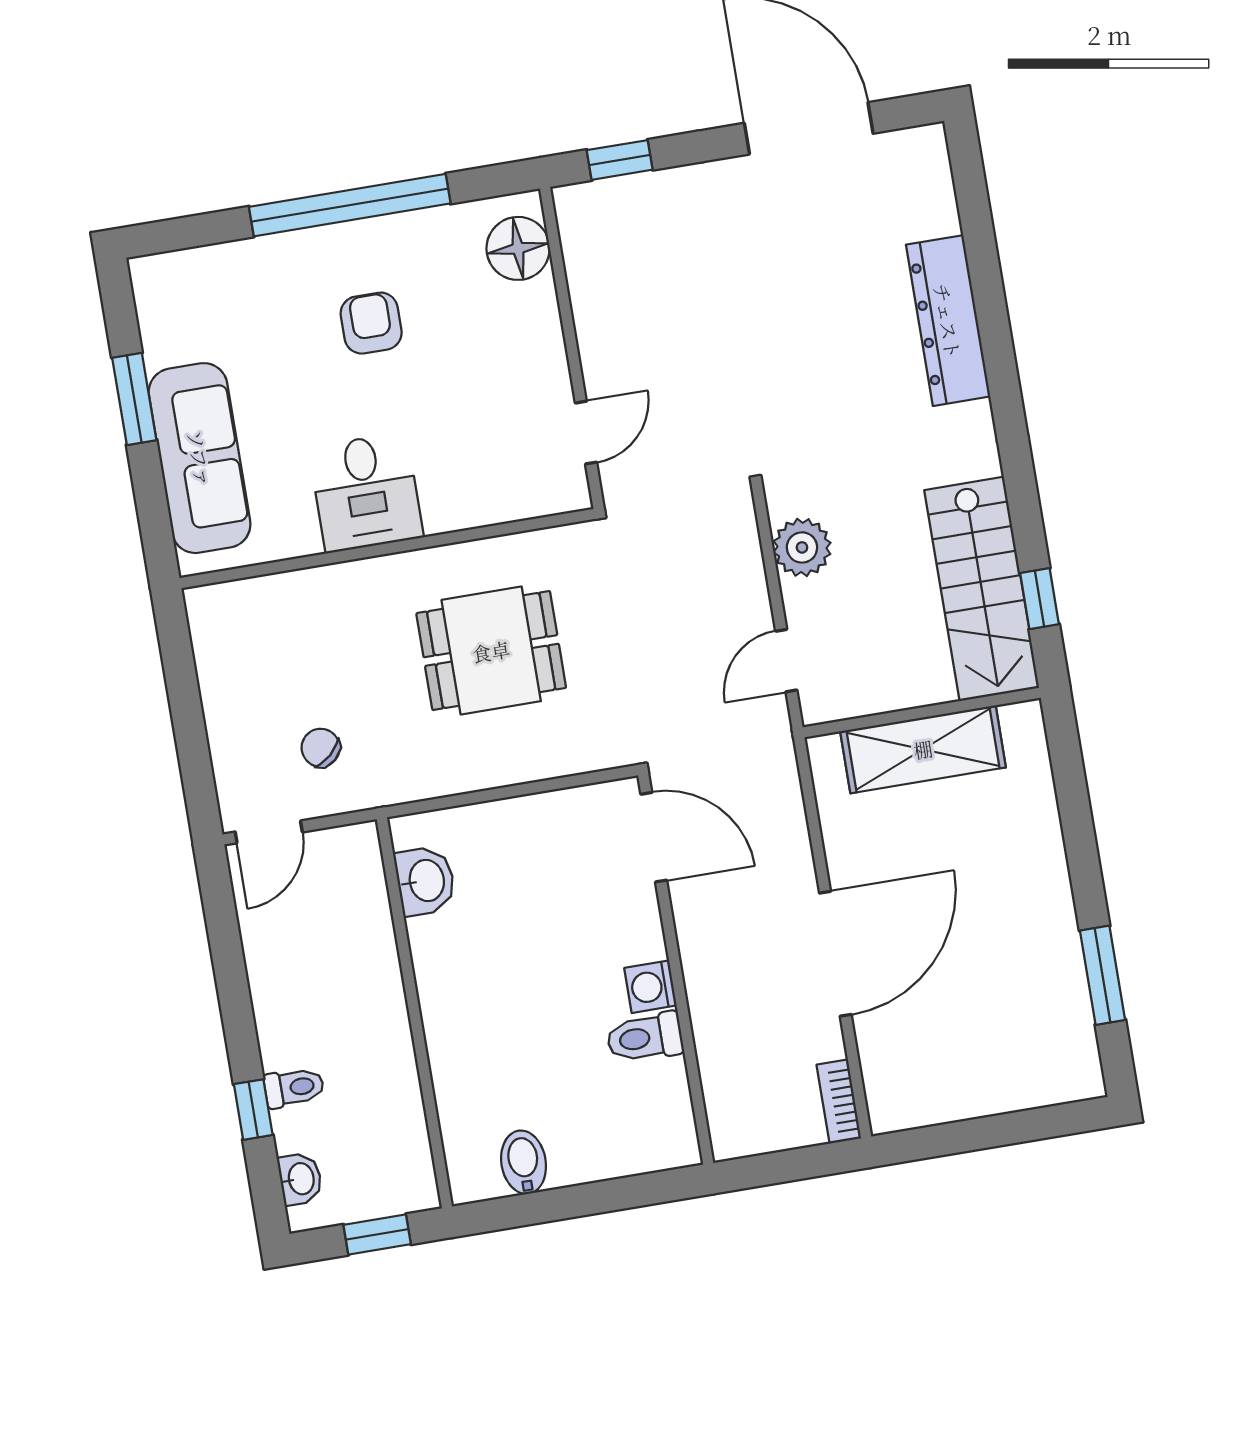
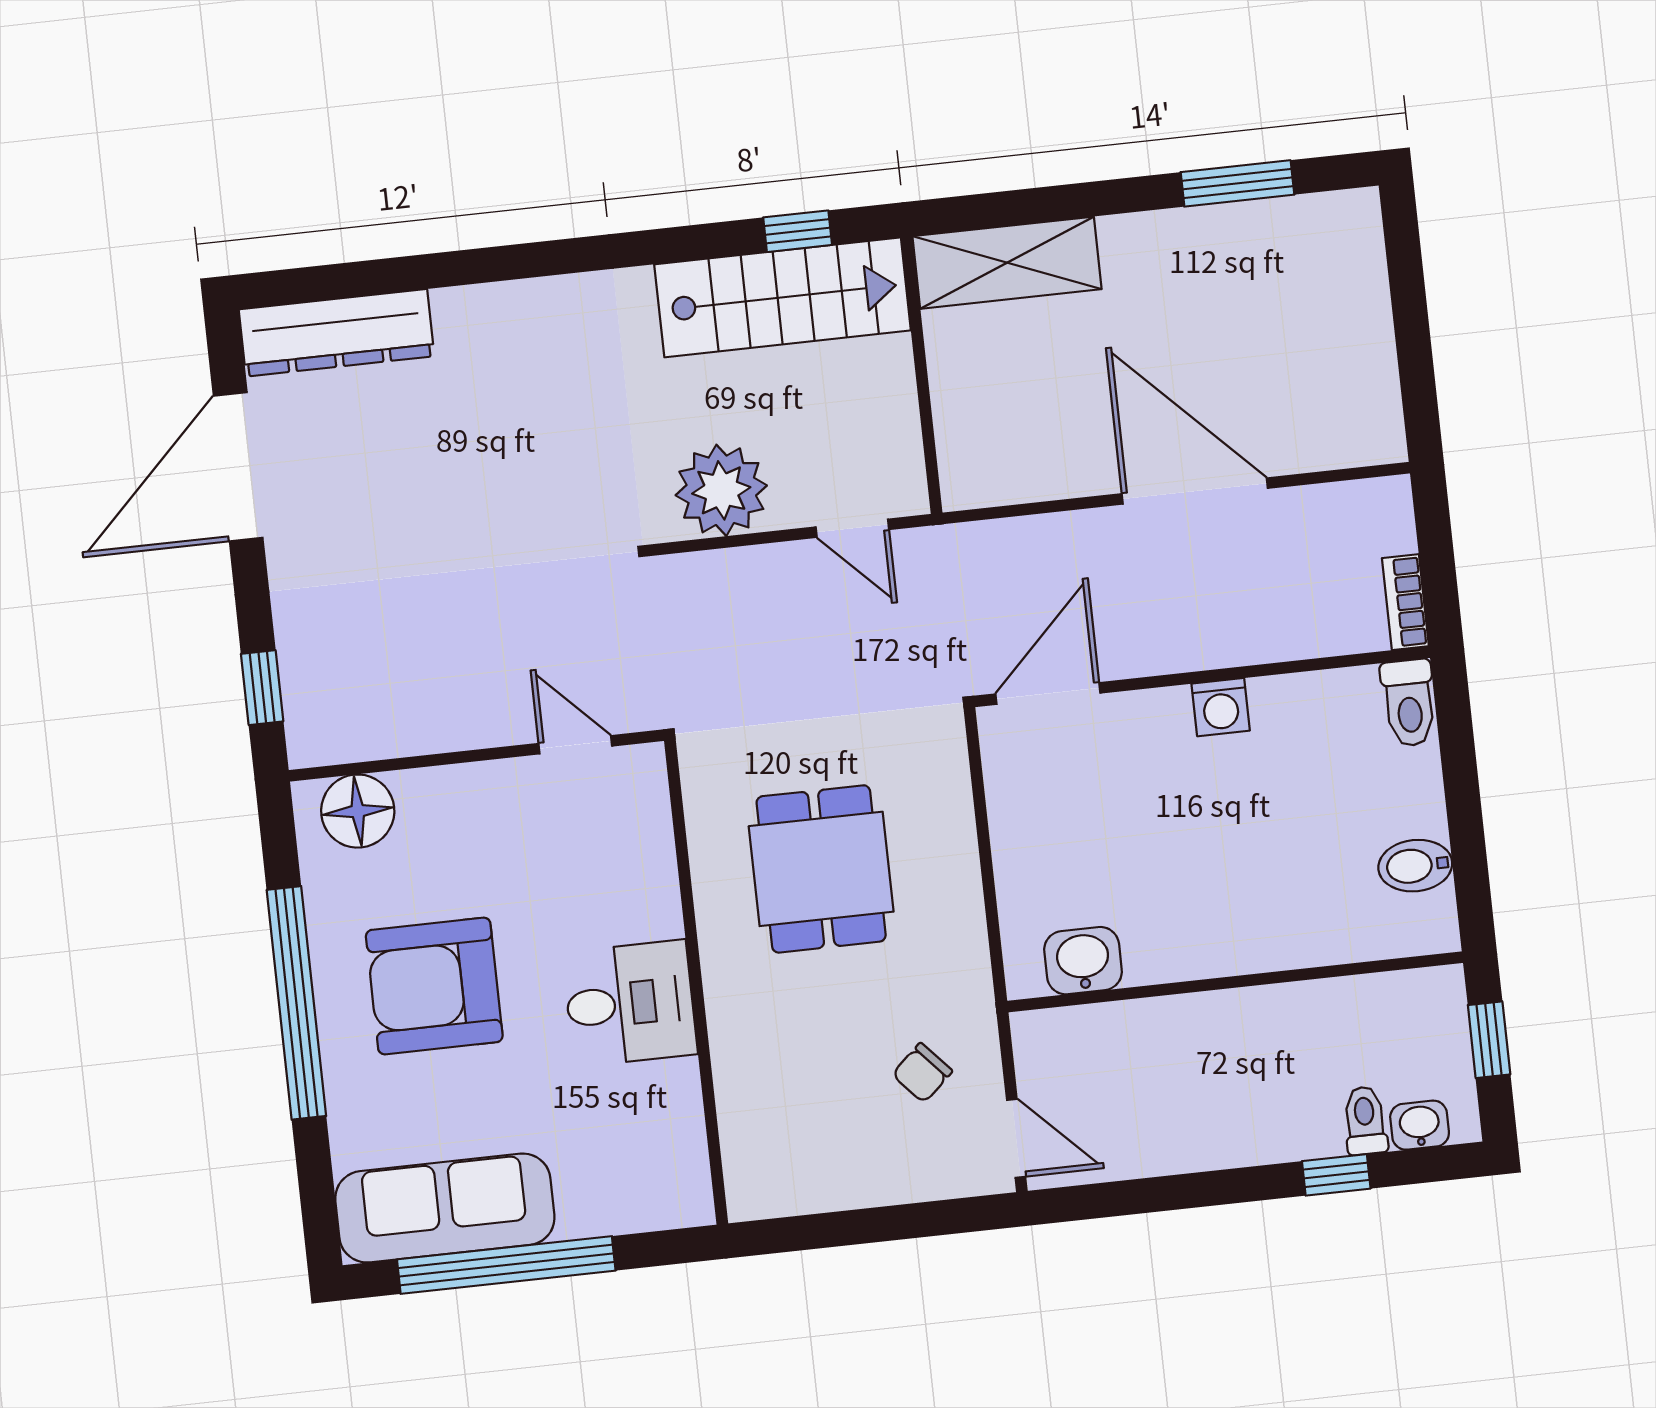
dresser: (948, 321) -> (336, 333), moved
armchair: (371, 323) -> (434, 986), width x1.88, depth x1.88
window: (134, 399) -> (506, 1265), width x2.11
sofa: (200, 458) -> (445, 1208), moved
plant: (802, 547) -> (721, 490), width x1.36, depth x1.36
shelving: (923, 749) -> (1007, 263), moved, turned 90
toilet: (645, 1038) -> (1409, 703), moved
toilet: (294, 1088) -> (1365, 1121), moved
bookcase: (839, 1101) -> (1405, 602), moved, turned 90

